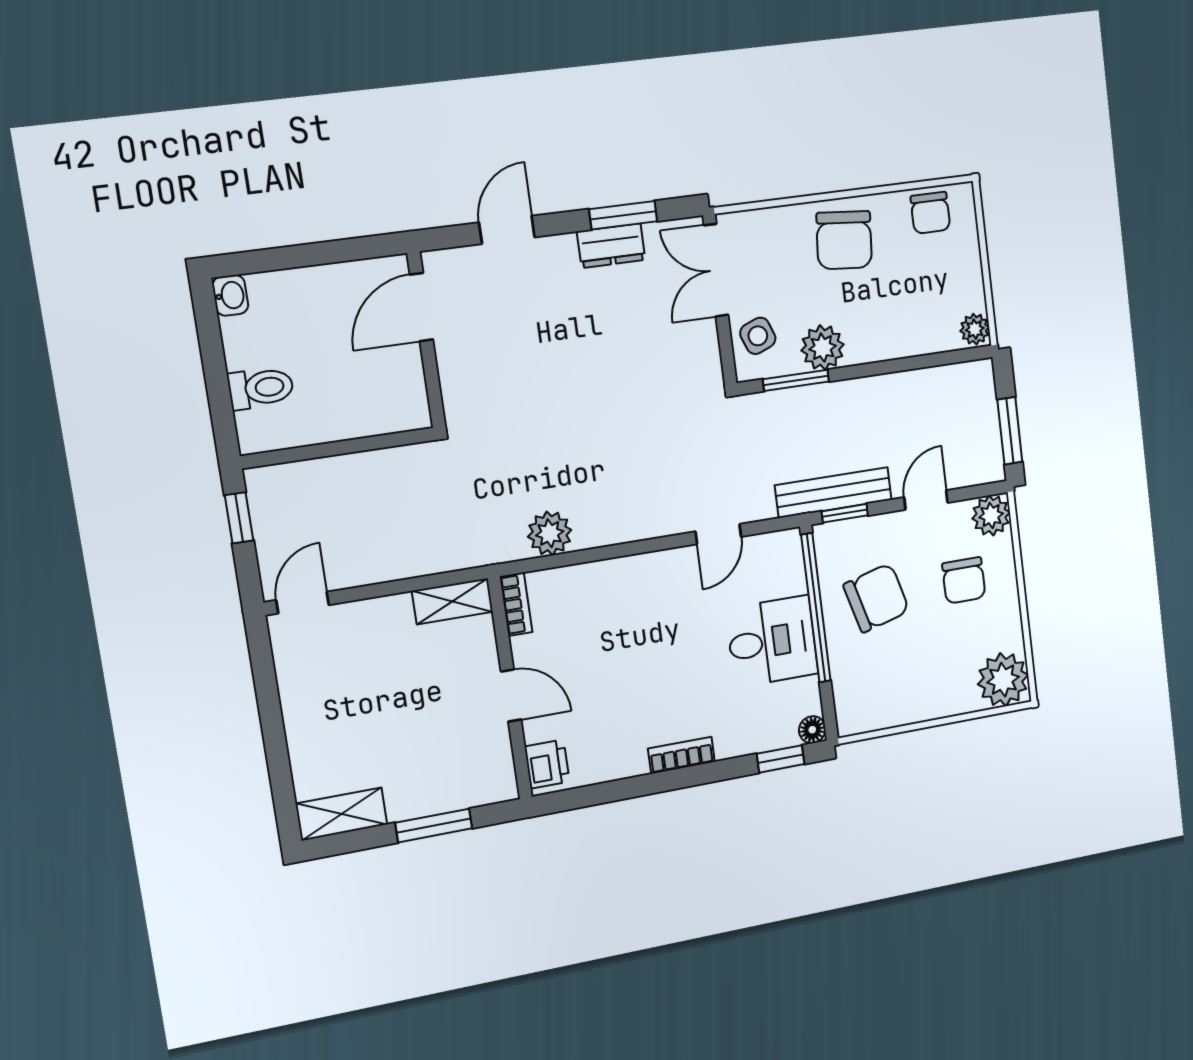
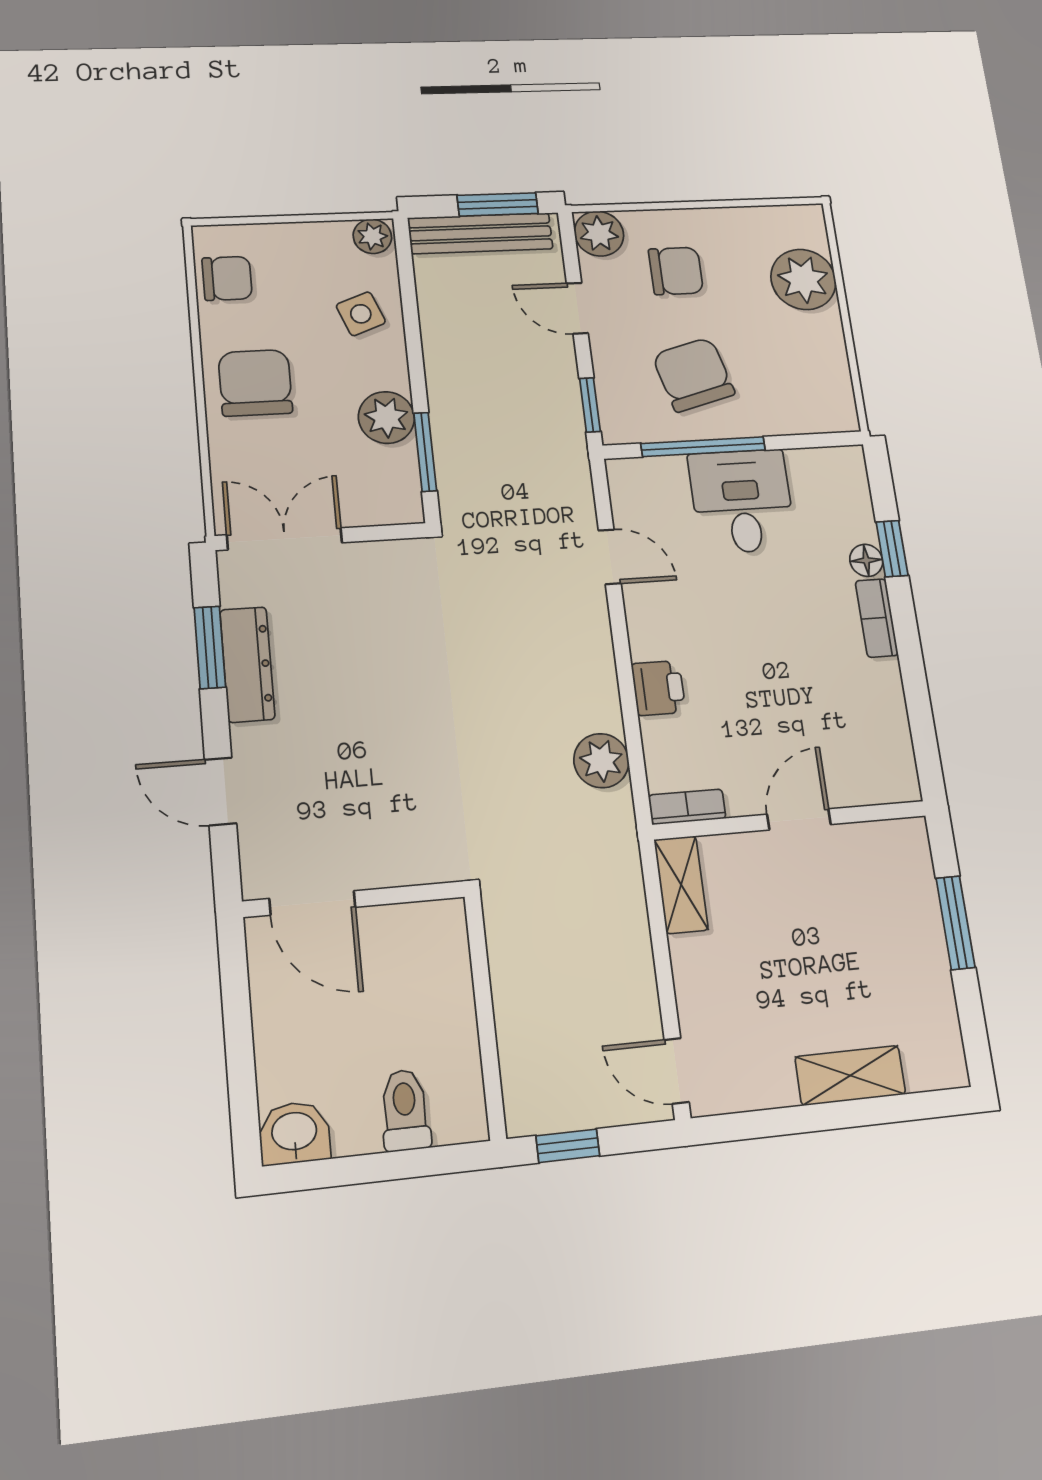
chair: (844, 240) -> (255, 383), turned -95
dresser: (611, 246) -> (247, 664), width x1.44
double door: (716, 270) -> (285, 539), swing flipped
washbasin: (230, 295) -> (294, 1133), width x1.38, depth x1.45
side table: (758, 336) -> (361, 314), moved
bench: (833, 493) -> (480, 233), moved, turned 90
window: (816, 608) -> (703, 447), width x0.68
plant: (1003, 680) -> (803, 279), moved
floor lamp: (812, 730) -> (866, 560), moved
window: (781, 759) -> (892, 549), moved
printer: (547, 764) -> (658, 688), moved, turned 90
shelving: (342, 814) -> (850, 1076), moved, turned 90

